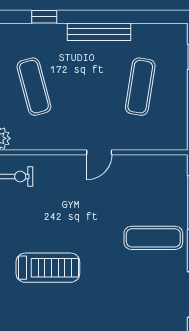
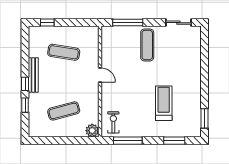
window: (83, 17) -> (25, 84), added

